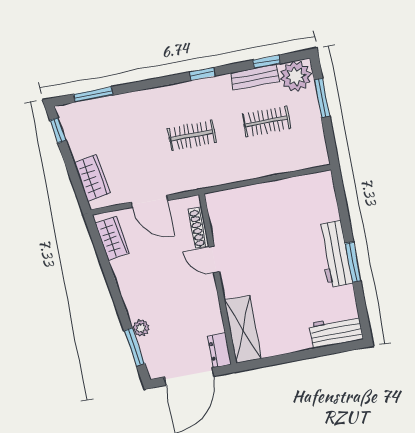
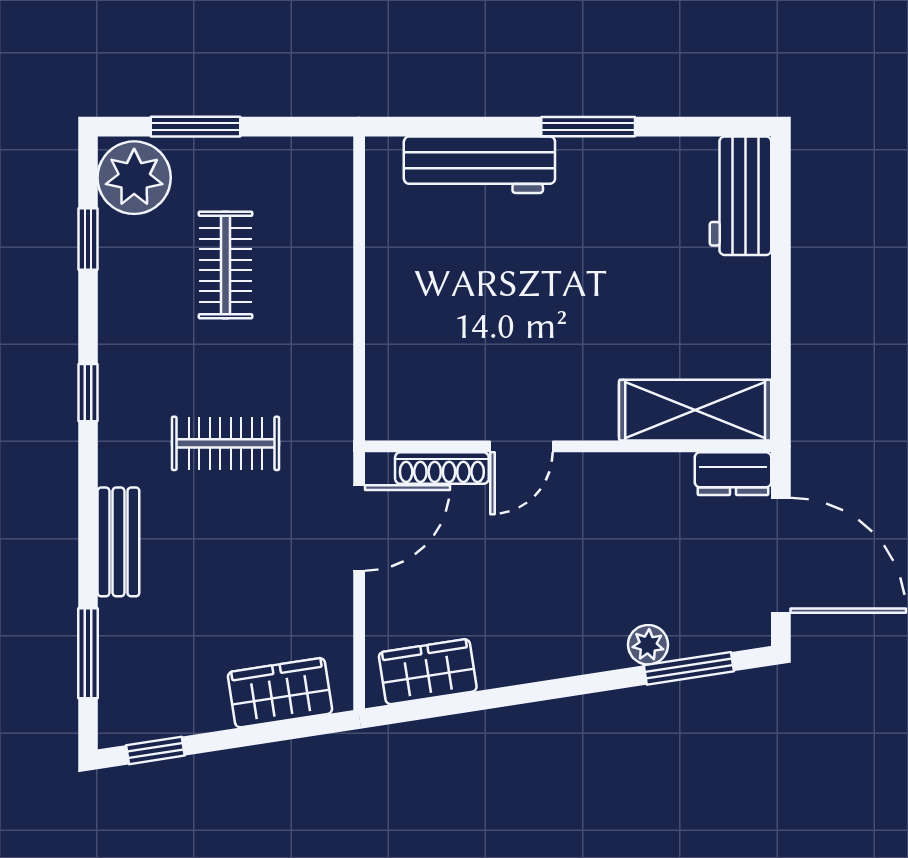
bench: (255, 77) -> (118, 542), moved
clothes rail: (192, 135) -> (225, 443), turned 90
door: (149, 201) -> (359, 528), moved
workbench: (335, 254) -> (479, 165), moved

